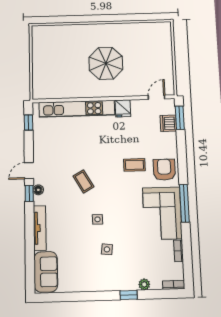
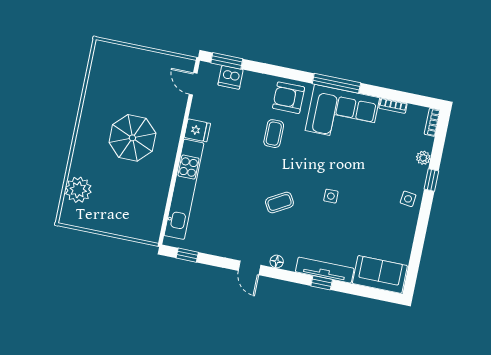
plant: (59, 34) -> (78, 190), added
window: (29, 193) -> (322, 283), moved
side table: (107, 249) -> (408, 199), moved

